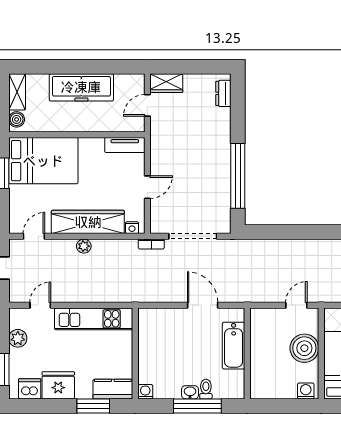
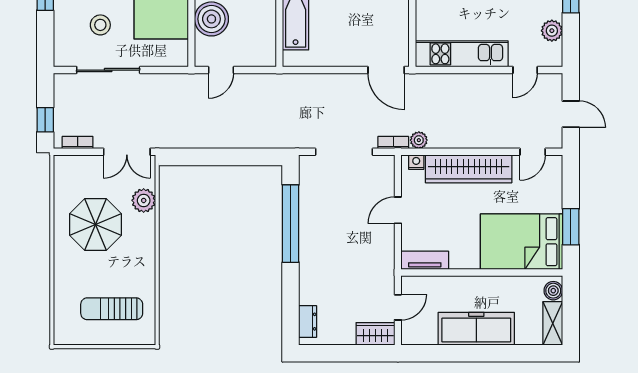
plant: (84, 246) -> (419, 140), moved
door: (203, 305) -> (386, 70), moved

